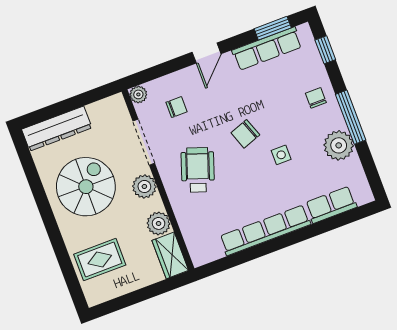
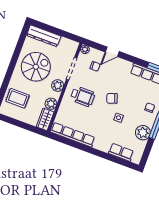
door: (207, 53) -> (112, 52), moved
wheelchair: (198, 170) -> (83, 96), turned 71
row of seats: (265, 230) -> (73, 135), moved

